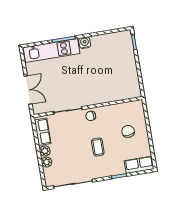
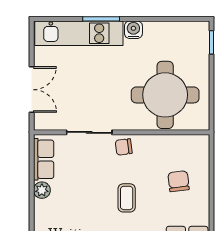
round table: (111, 80) -> (165, 95), added
plant: (47, 162) -> (42, 208), removed

